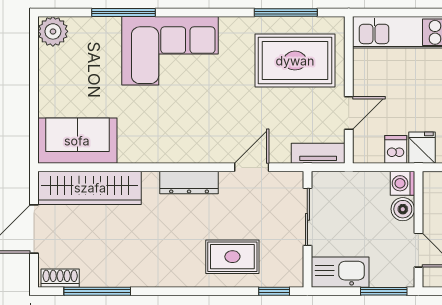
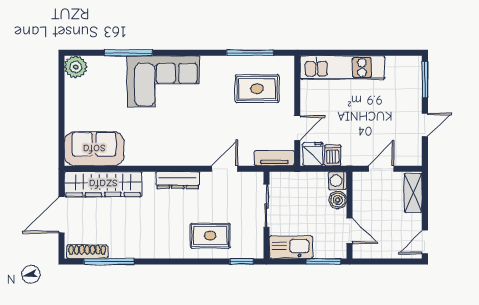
rug: (295, 61) -> (257, 89), width x0.73, depth x0.70
fridge: (422, 148) -> (313, 154), moved
shoe rack: (60, 278) -> (87, 252), width x1.43

